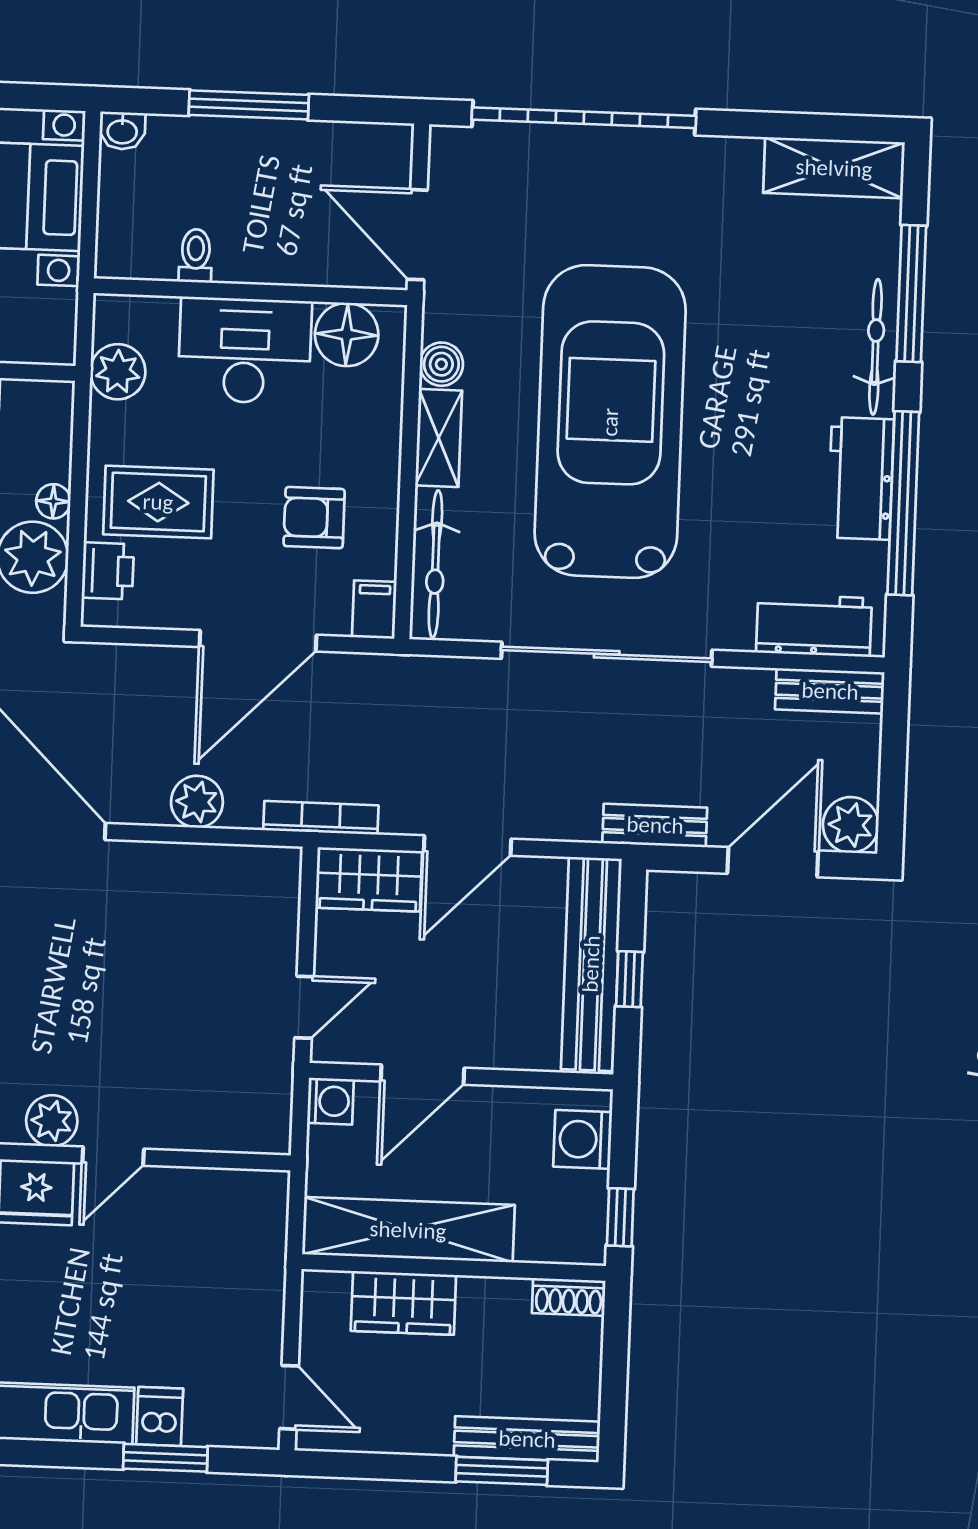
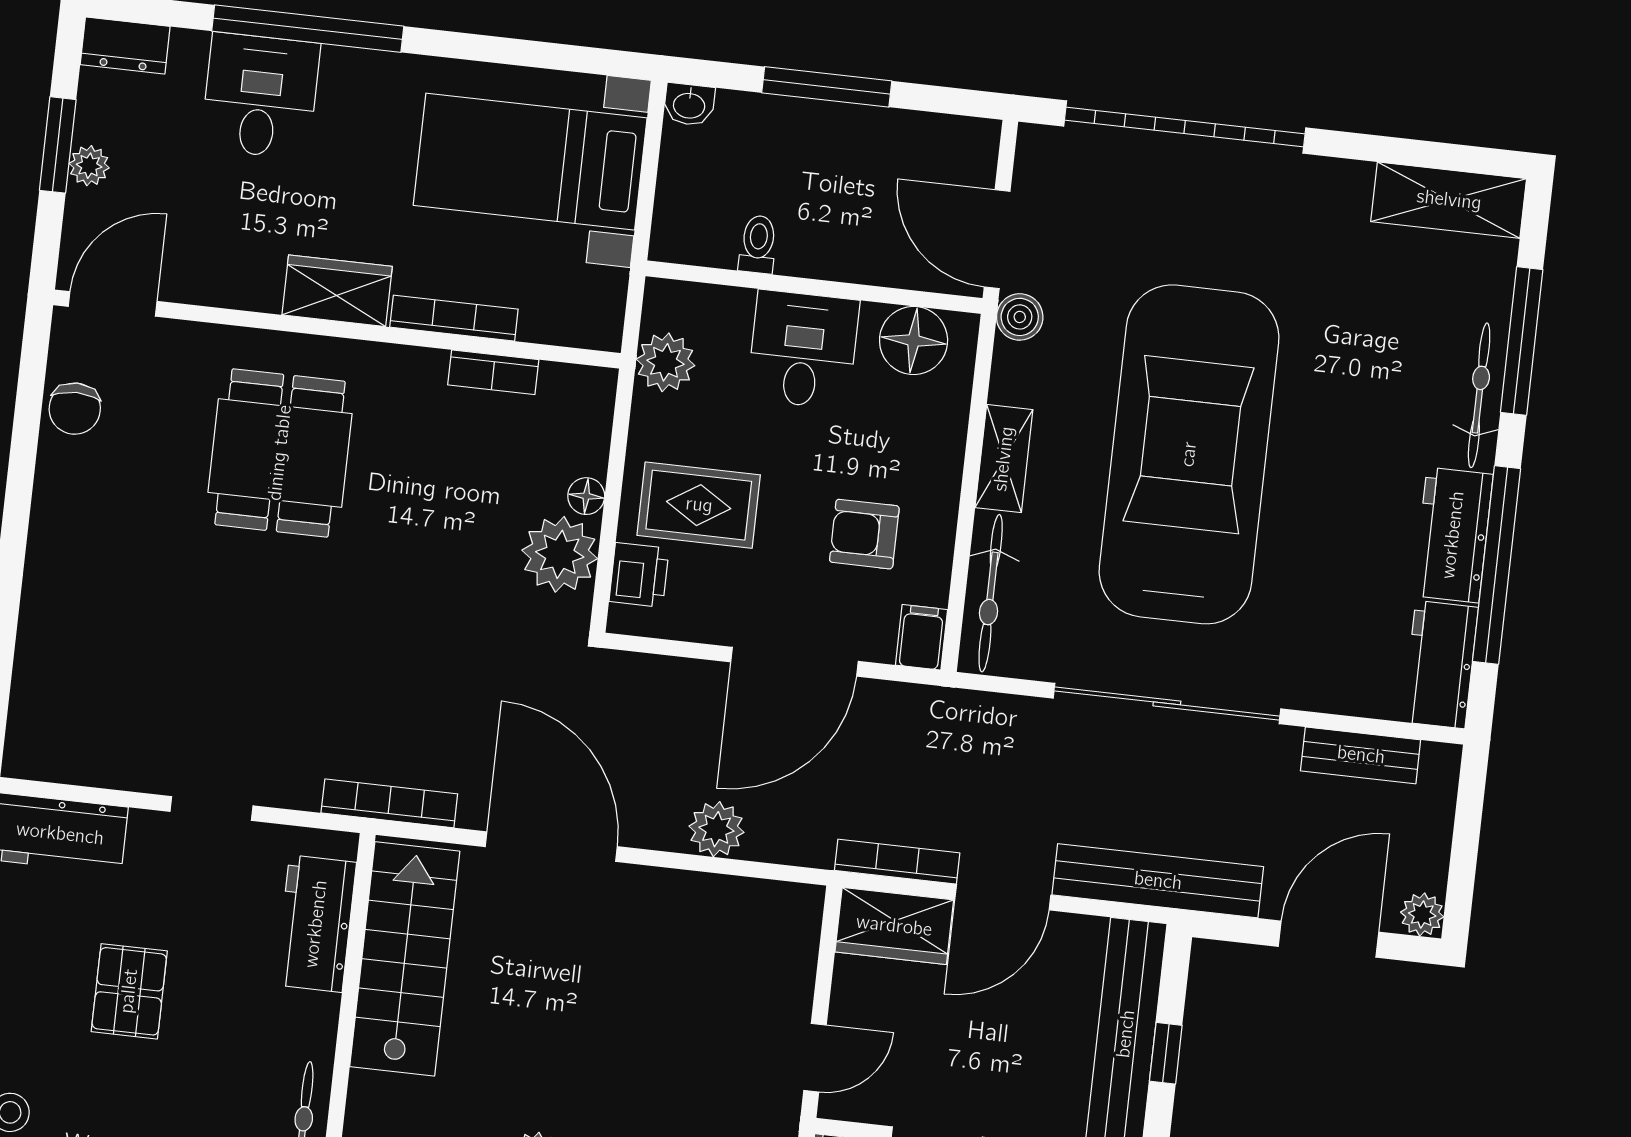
desk: (245, 350) -> (803, 350), width x0.73
boiler: (441, 364) -> (1020, 317), moved
workbench: (814, 625) -> (1440, 665), moved, turned -90
bench: (830, 691) -> (1361, 755), moved
bookcase: (321, 818) -> (897, 862), moved
bench: (655, 825) -> (1158, 881), width x1.86, depth x1.21
plant: (851, 825) -> (1422, 914), width x0.73, depth x0.73

